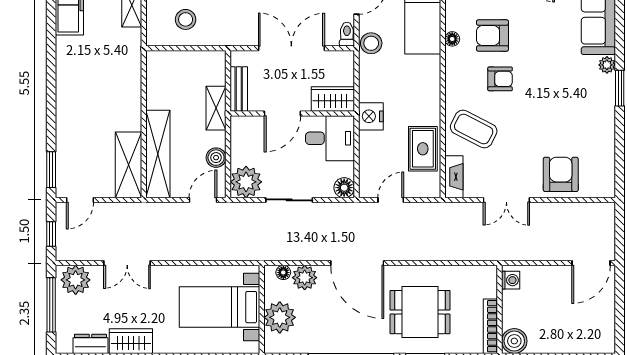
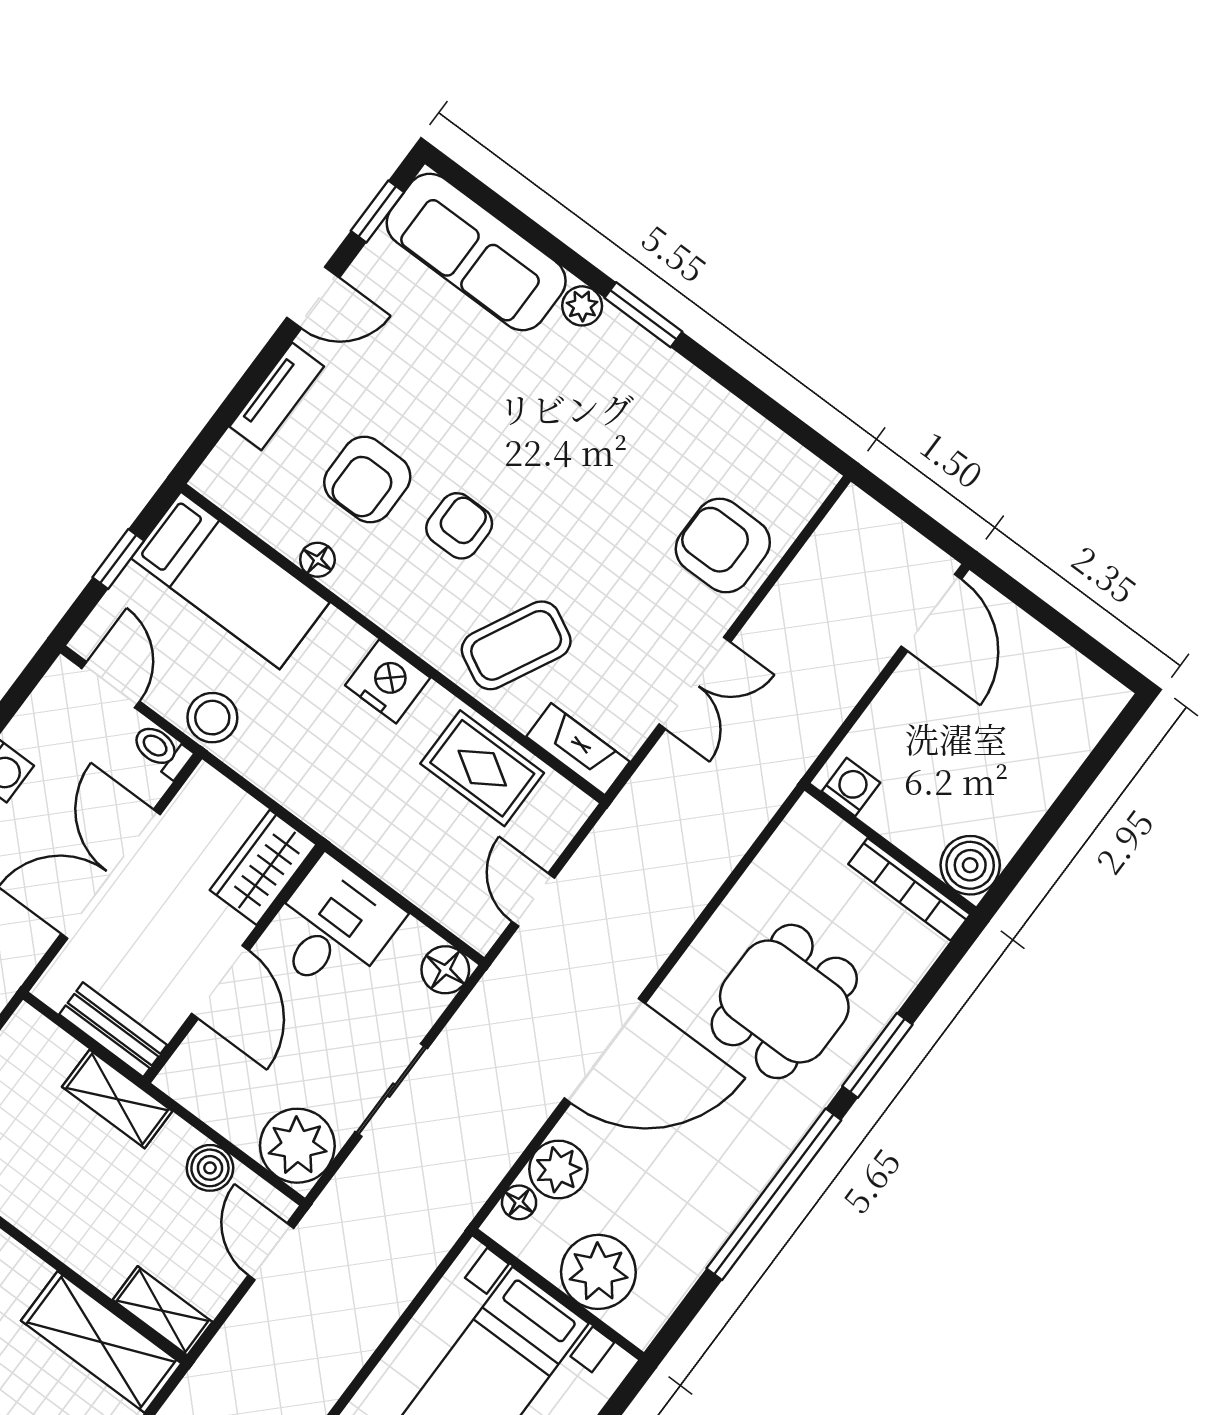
nightstand: (371, 116) -> (388, 682), moved, turned 180
shelving: (158, 154) -> (163, 1311), width x0.45, depth x0.75

